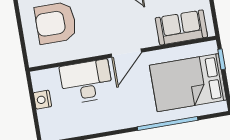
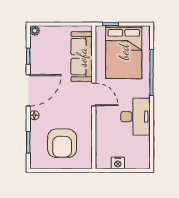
sofa: (181, 27) -> (82, 57), width x1.36
desk: (86, 82) -> (135, 117), moved, turned 180

